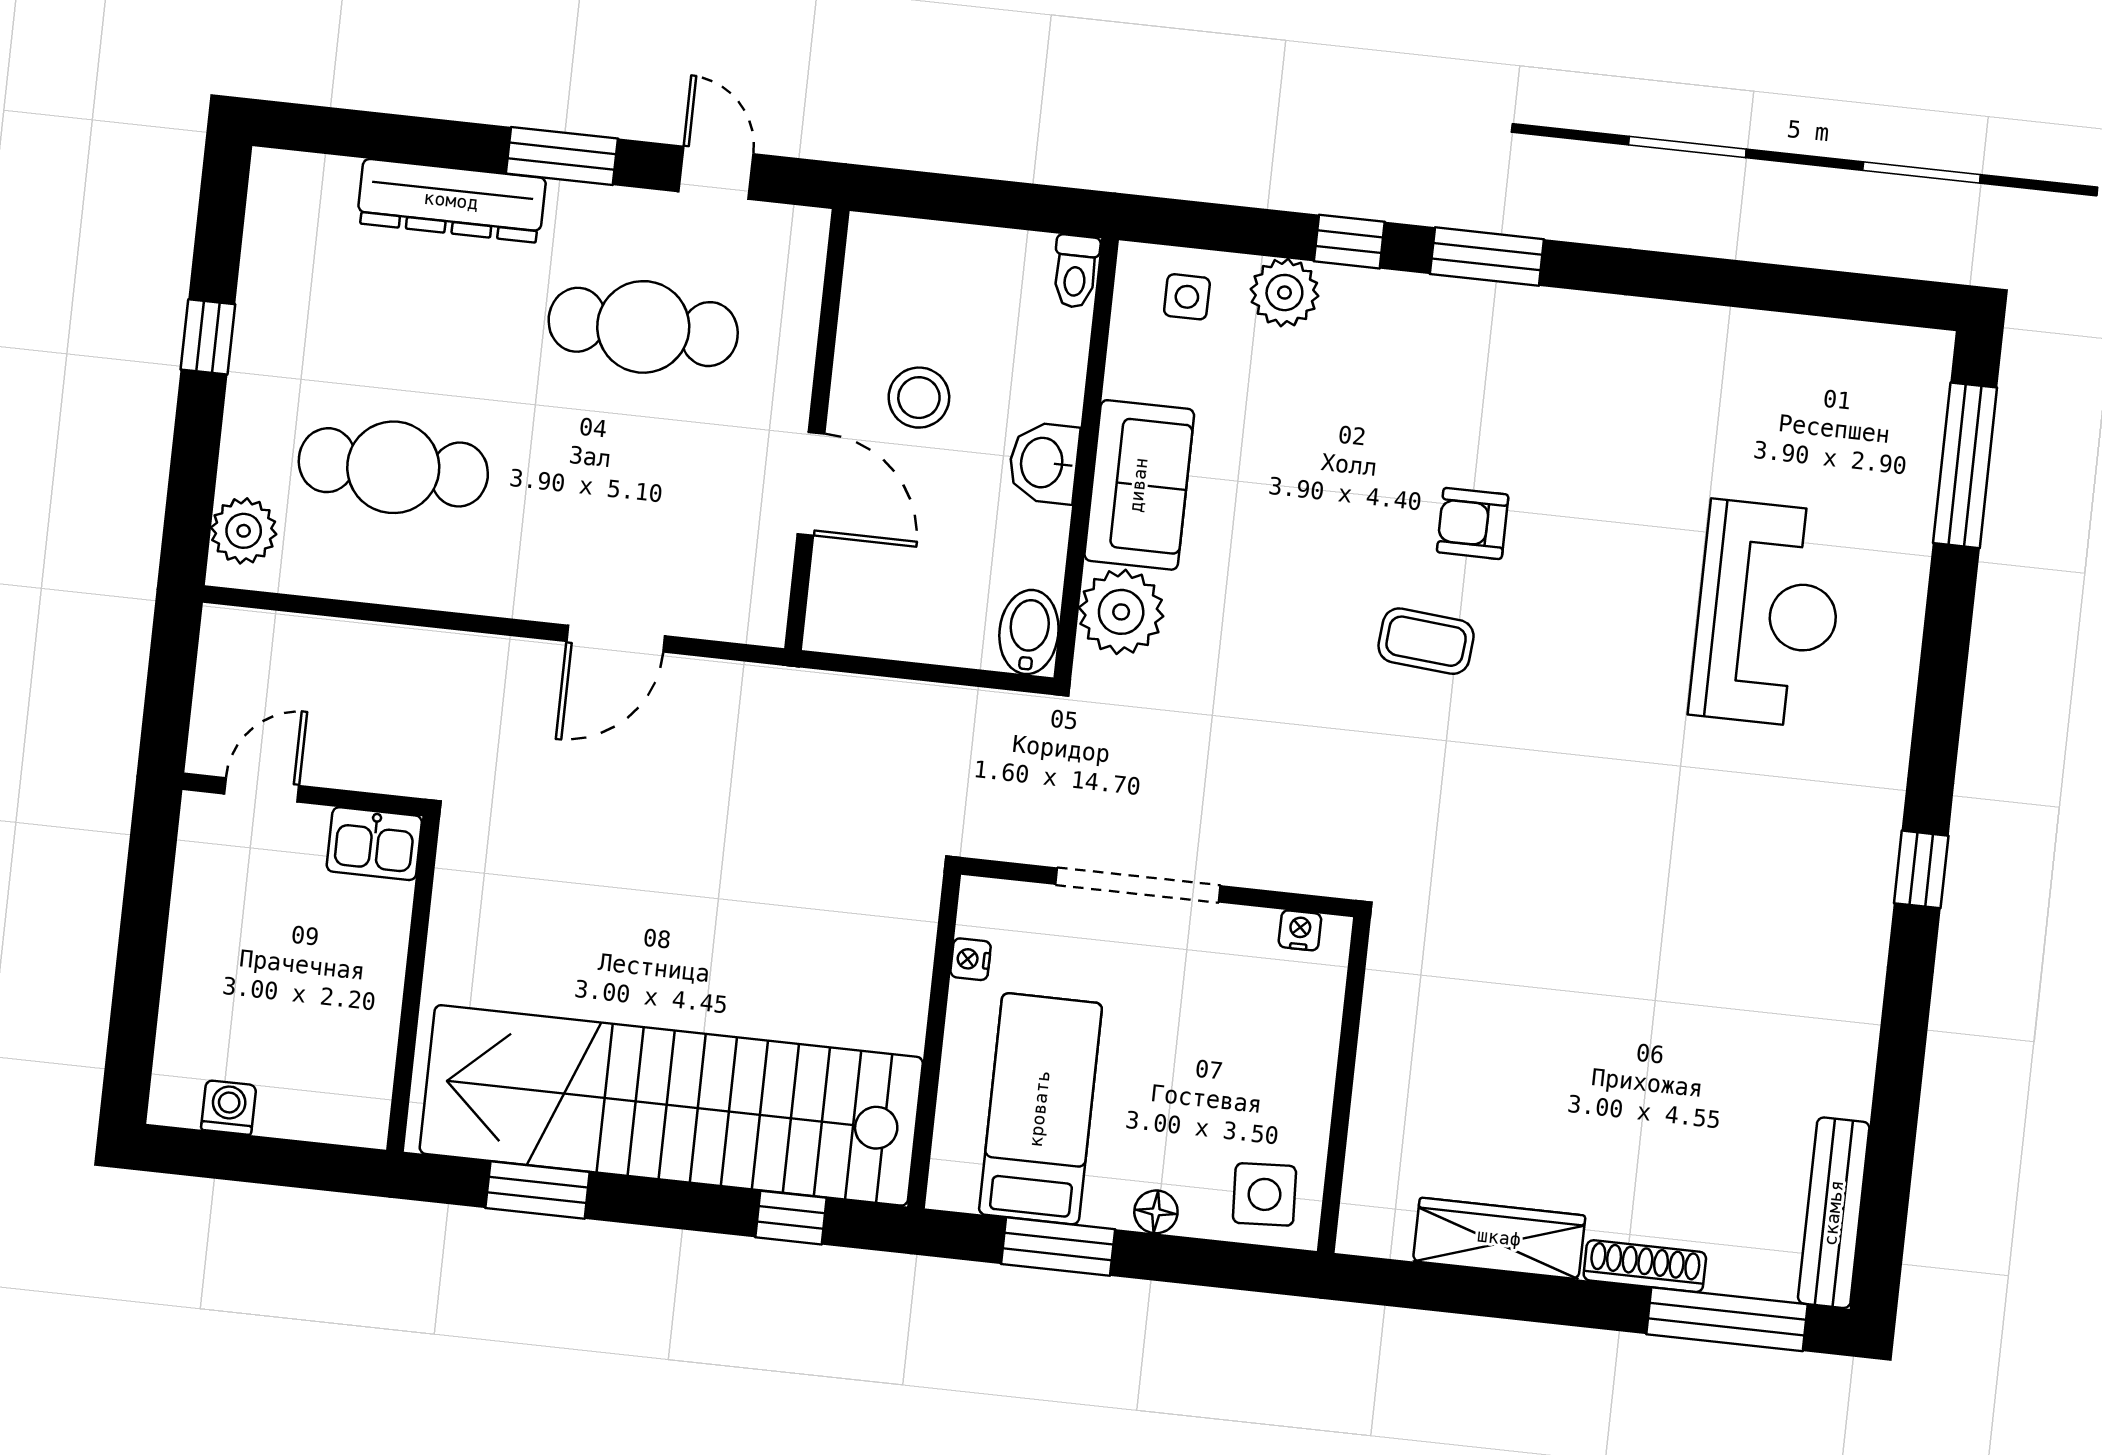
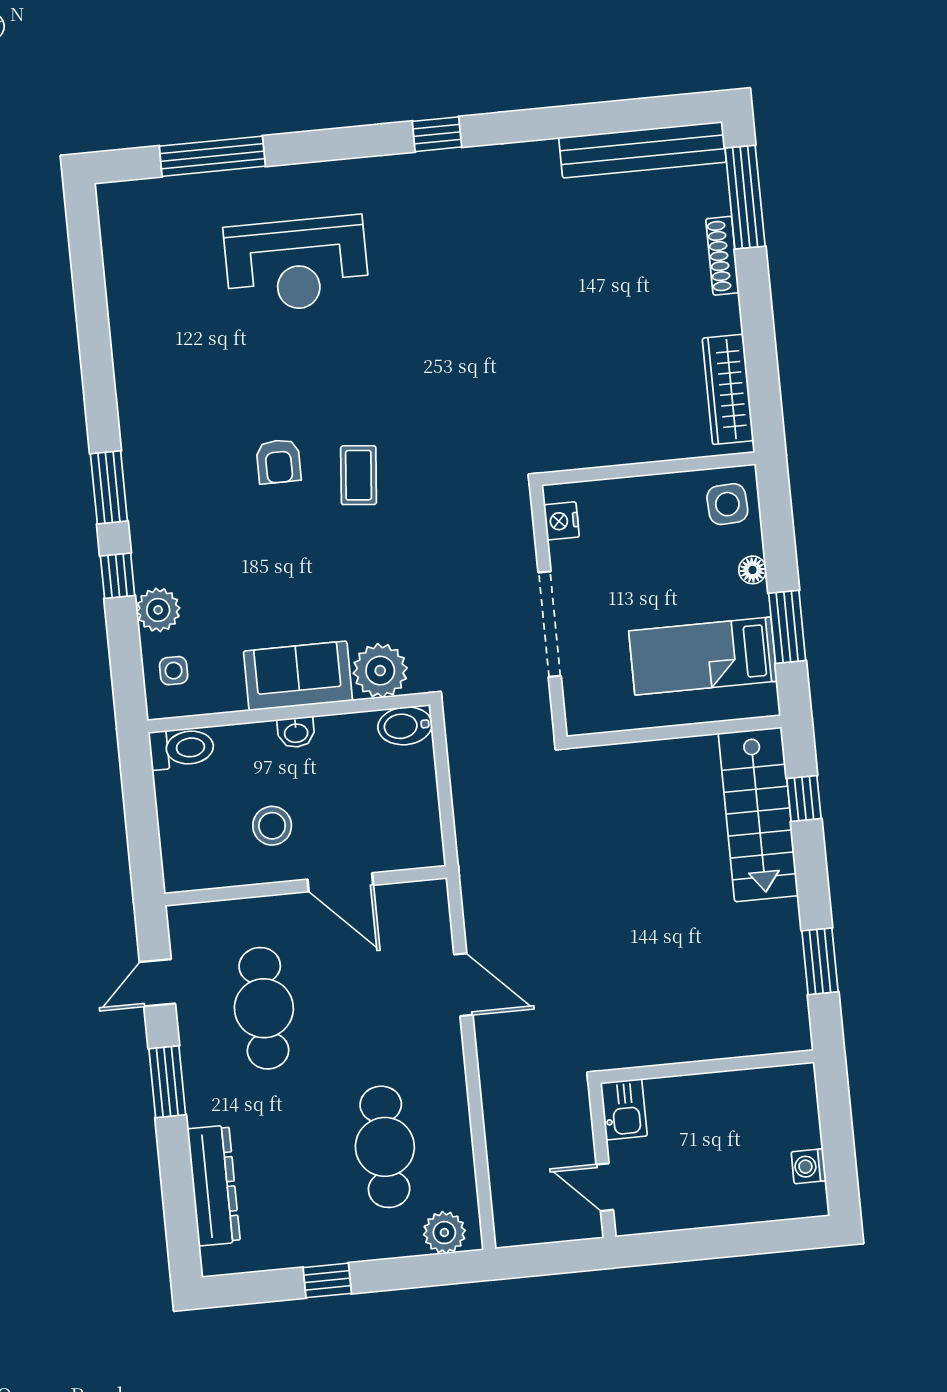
dresser: (451, 201) -> (214, 1186), moved
toilet: (1076, 271) -> (182, 748), width x1.37, depth x1.39
washbasin: (1044, 463) -> (296, 732), width x0.72, depth x0.69
window: (1965, 465) -> (212, 156), moved
door: (811, 484) -> (340, 882), swing flipped
reception desk: (1767, 614) -> (297, 264), turned 180
nightstand: (1300, 930) -> (561, 521), width x1.39, depth x1.35
nightstand: (971, 959) -> (618, 720), removed
stairs: (671, 1105) -> (758, 814), width x0.54, depth x0.66
bench: (1834, 1213) -> (643, 150), width x1.37, depth x1.21
wardrobe: (1499, 1238) -> (728, 389), moved

